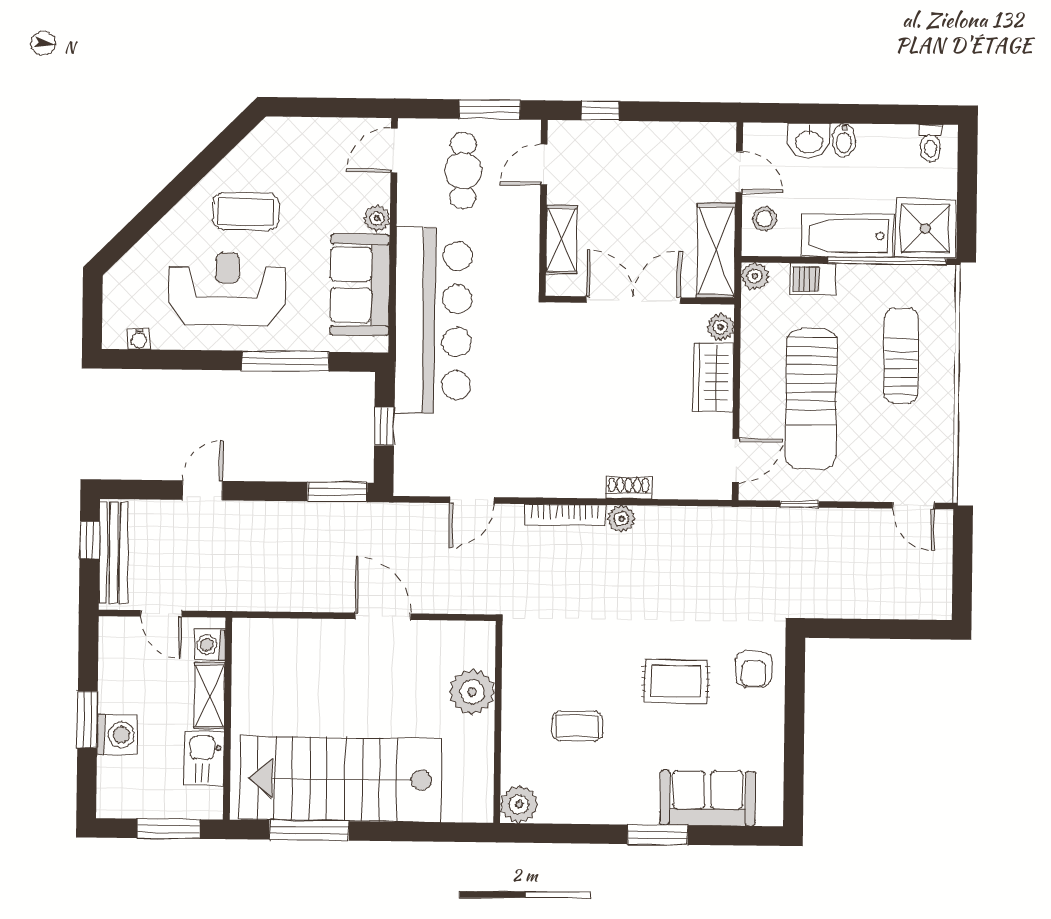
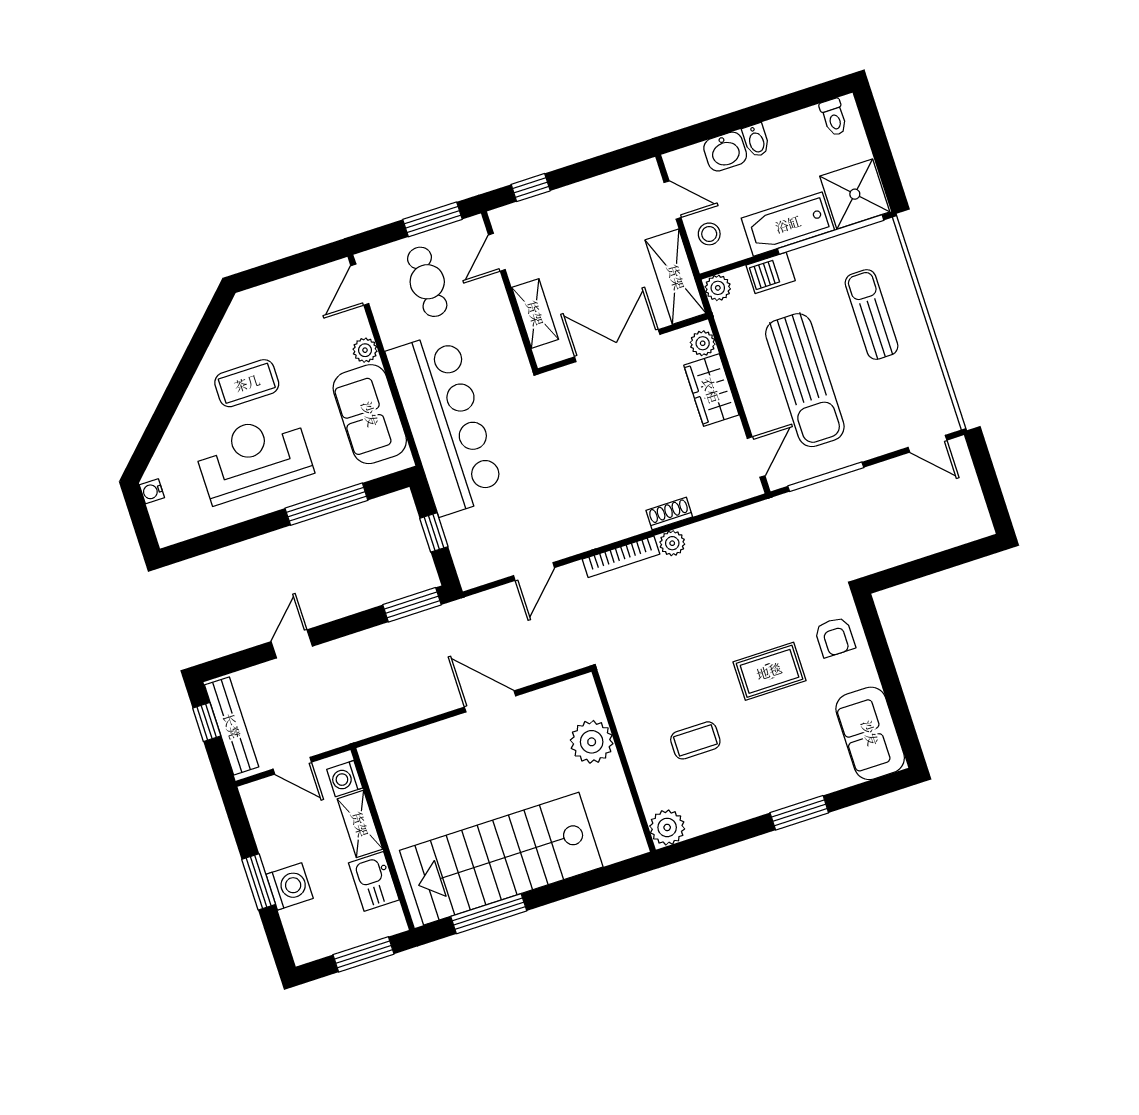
water cooler: (139, 339) -> (152, 491), moved, turned 90
window: (799, 504) -> (826, 477), width x2.17
sofa: (708, 798) -> (870, 733), moved, turned -90

